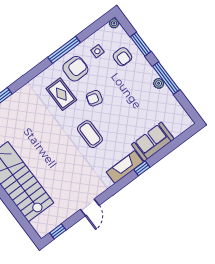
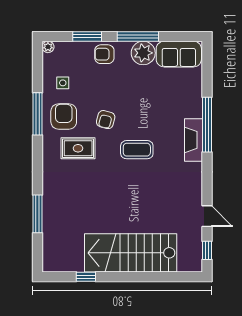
armchair: (122, 57) -> (104, 54), moved, turned 180
plant: (159, 83) -> (143, 53), width x1.88, depth x1.88
sofa: (153, 142) -> (179, 54), moved, turned -90
window: (142, 168) -> (207, 125), width x3.17
door: (90, 207) -> (207, 216), moved

